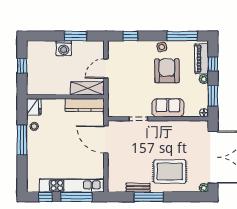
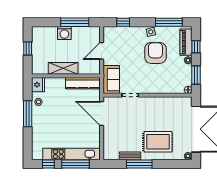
window: (75, 36) -> (75, 22), width x1.44
shelving: (87, 88) -> (63, 68), moved
sofa: (168, 108) -> (111, 80), moved, turned 90

